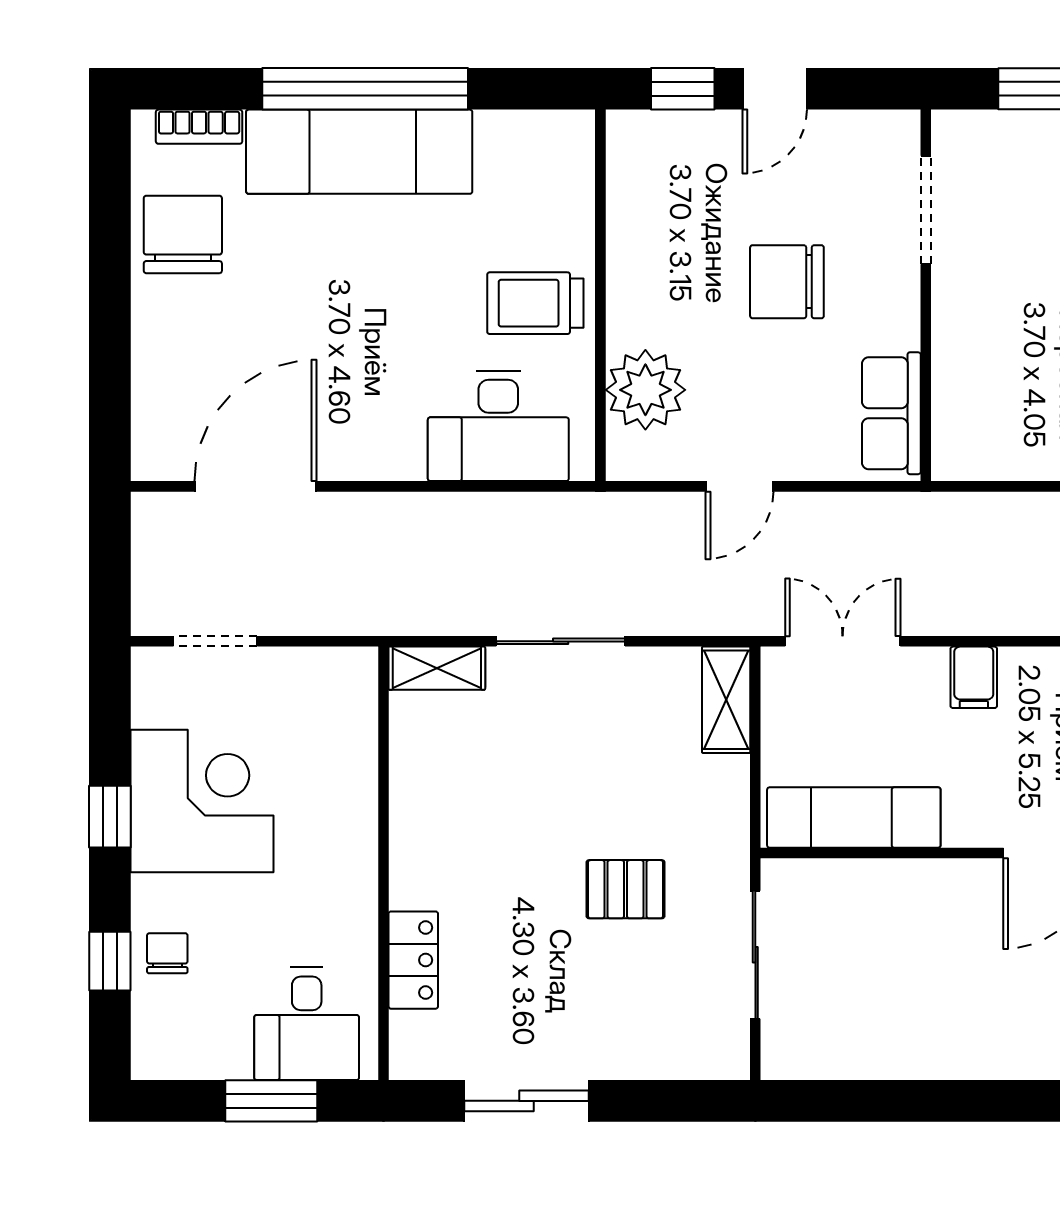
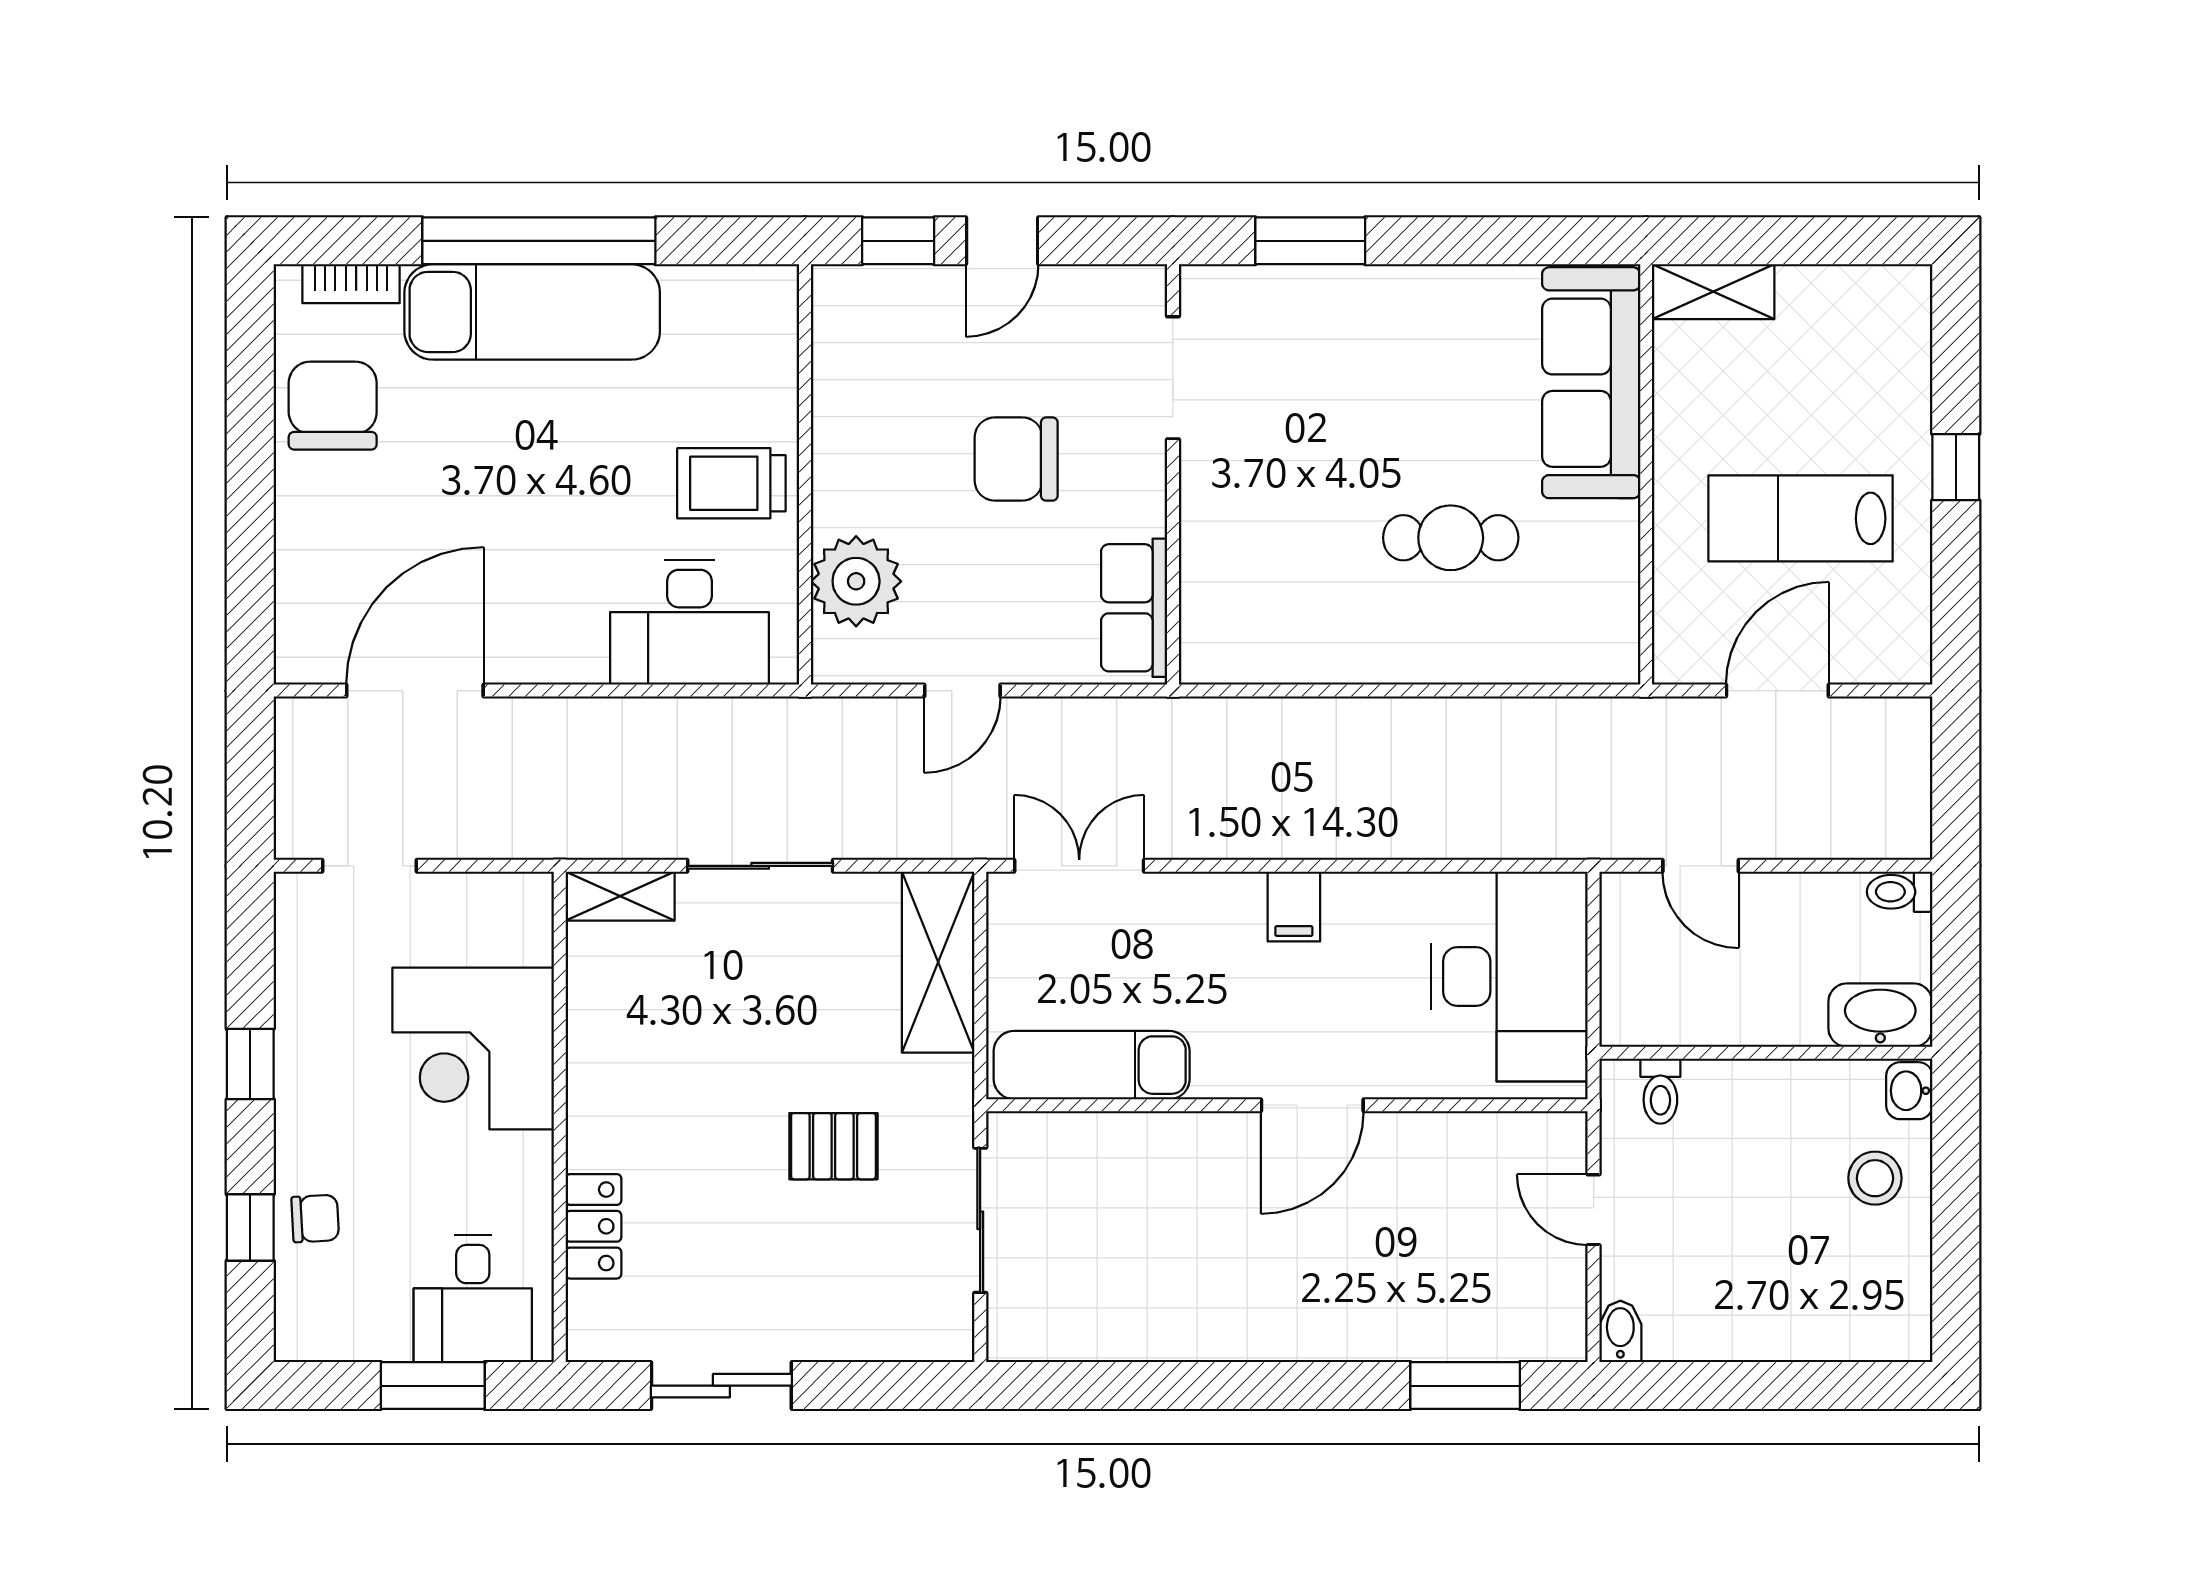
filing cabinet: (974, 677) -> (1294, 907), moved
shelving: (726, 700) -> (938, 962), width x1.50, depth x1.33
corner desk: (202, 801) -> (473, 1048), moved, turned 180
chair: (167, 953) -> (315, 1219), turned 87

